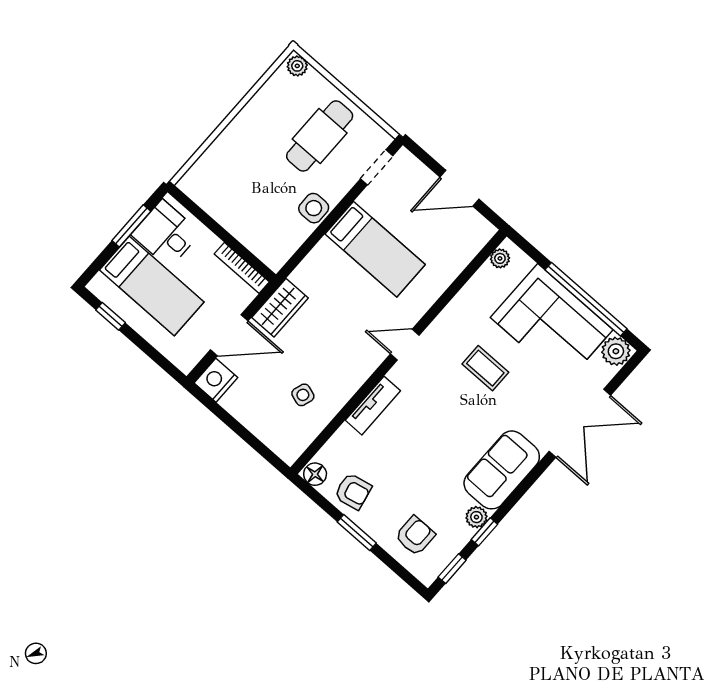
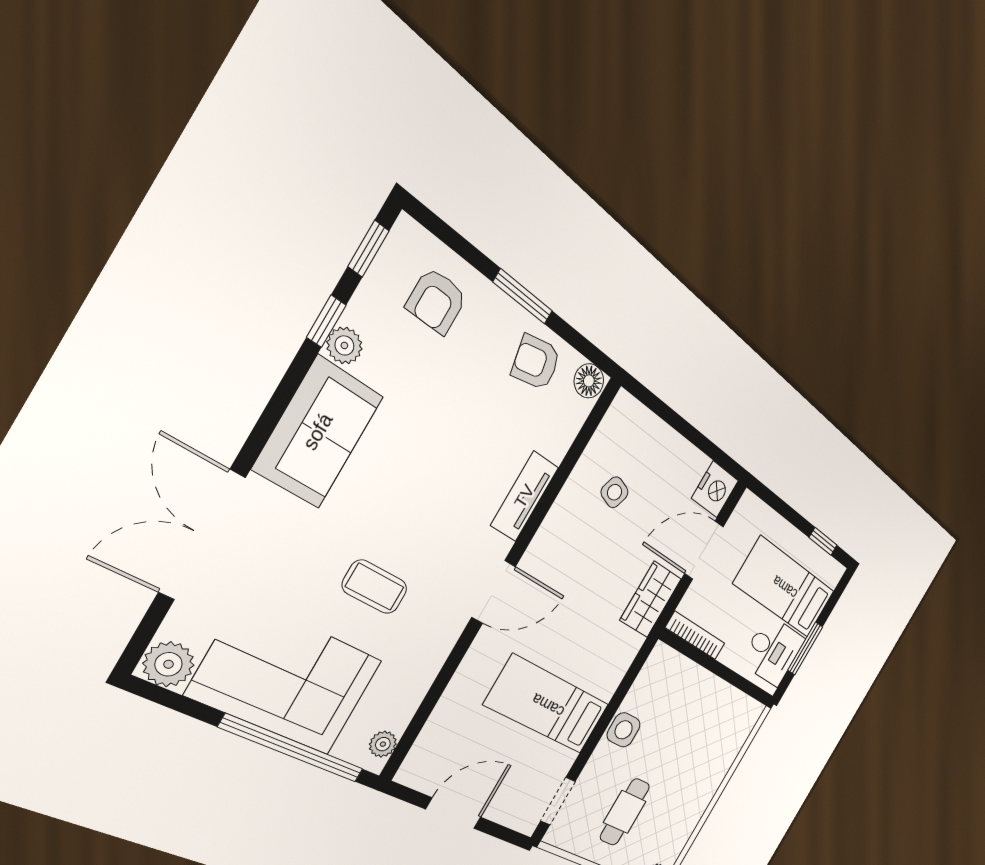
cafe table: (320, 136) -> (625, 812), width x0.73, depth x0.74
window: (586, 299) -> (293, 749), moved
door: (405, 345) -> (494, 592), width x1.38

